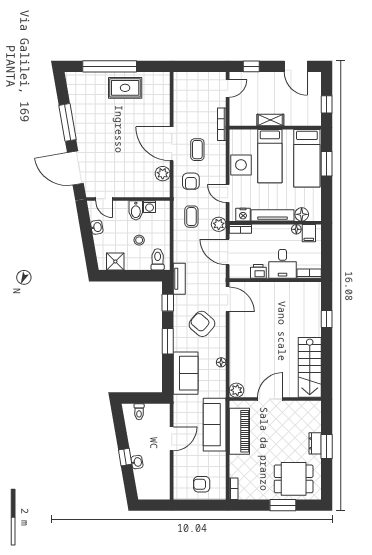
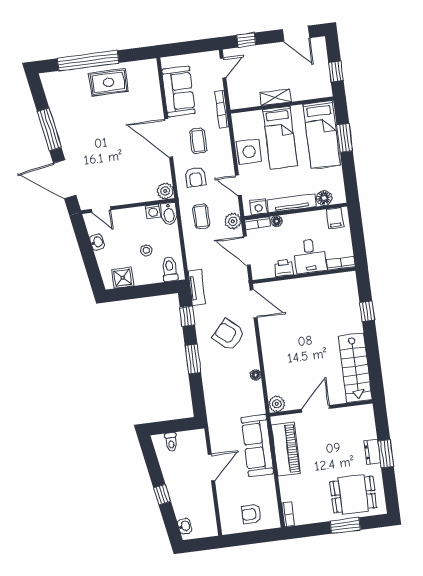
plant: (163, 174) -> (165, 191), moved
bidet: (136, 210) -> (169, 214), moved
floor lamp: (296, 229) -> (277, 221), moved
sofa: (186, 373) -> (178, 92), moved
washbasin: (137, 462) -> (185, 526), moved

